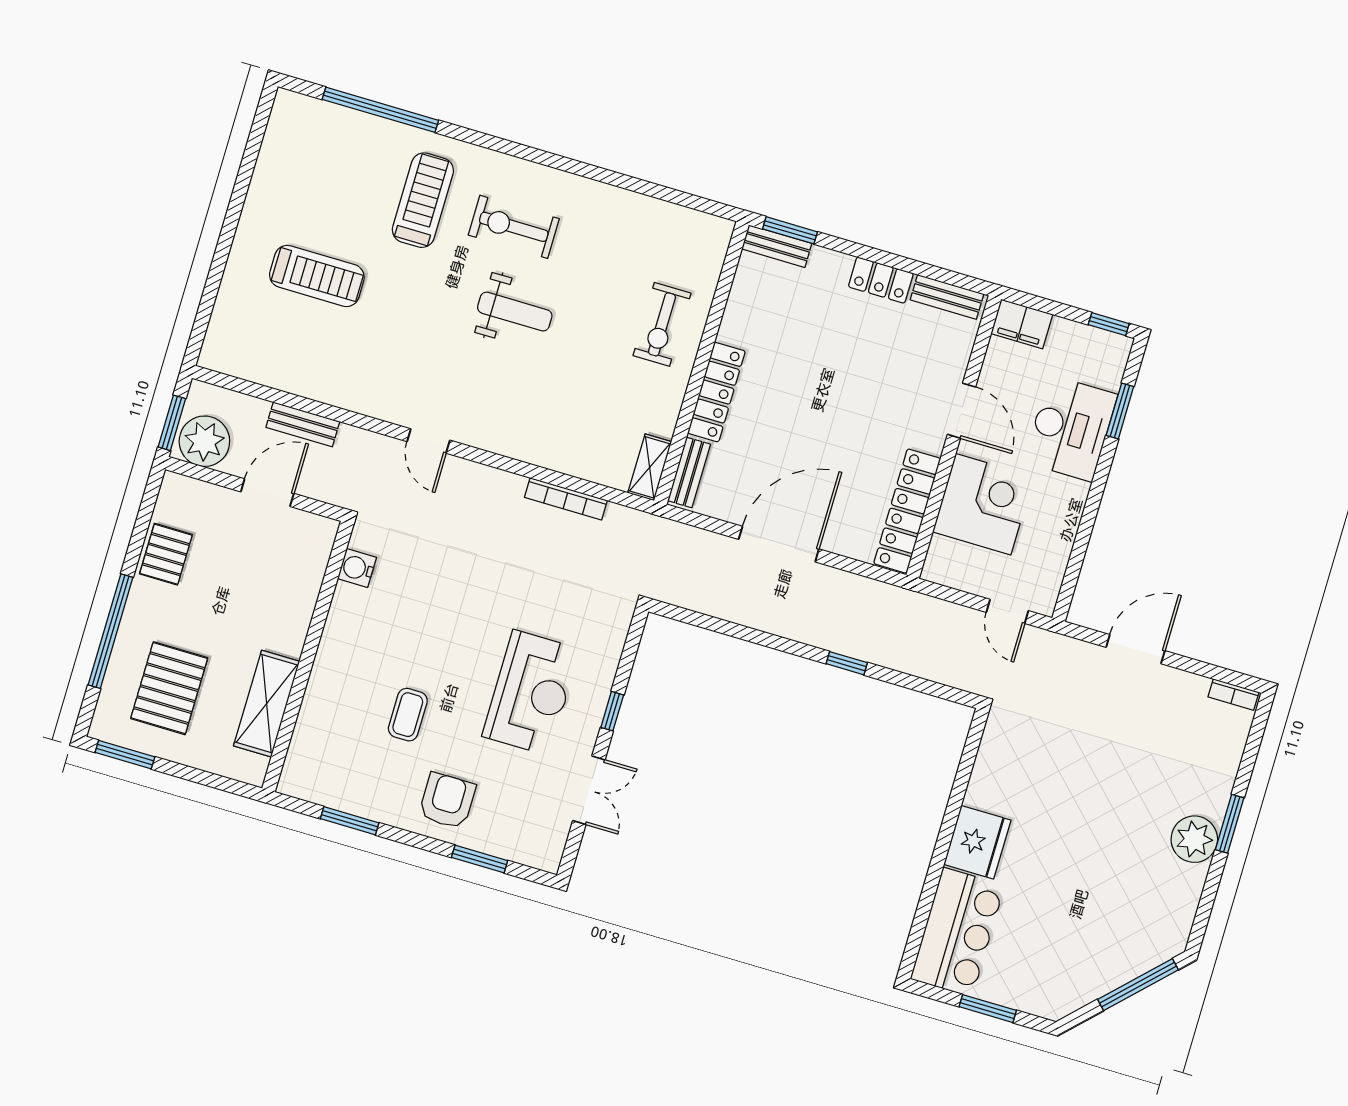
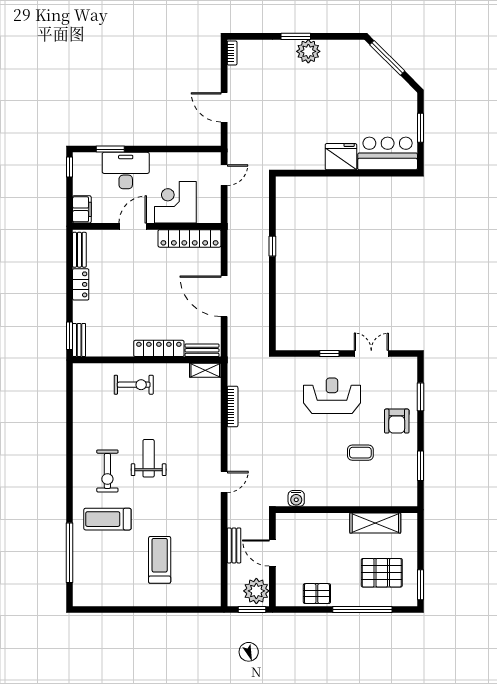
armchair: (447, 801) -> (397, 421), turned -90

